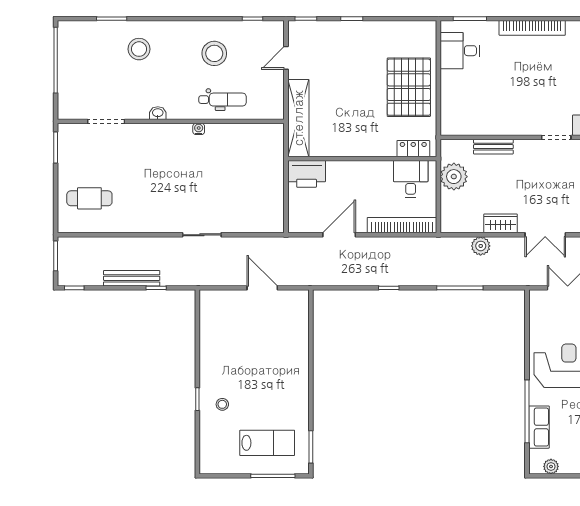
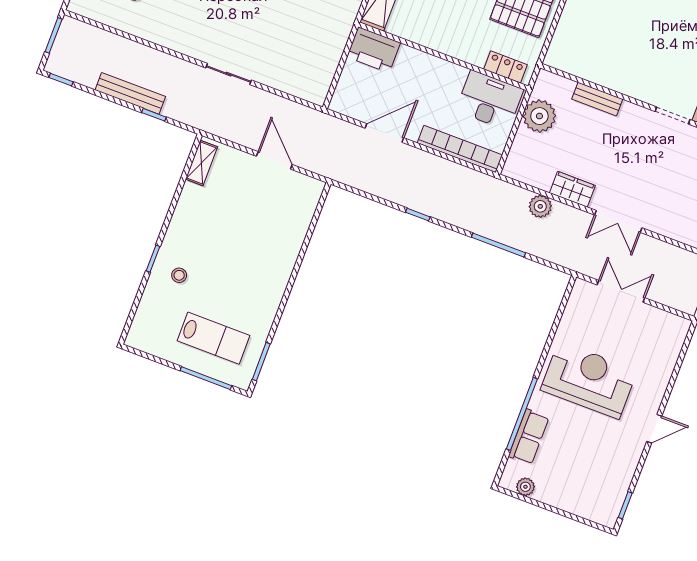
desk: (411, 179) -> (490, 100), width x1.37
shelving: (207, 311) -> (202, 163), added

